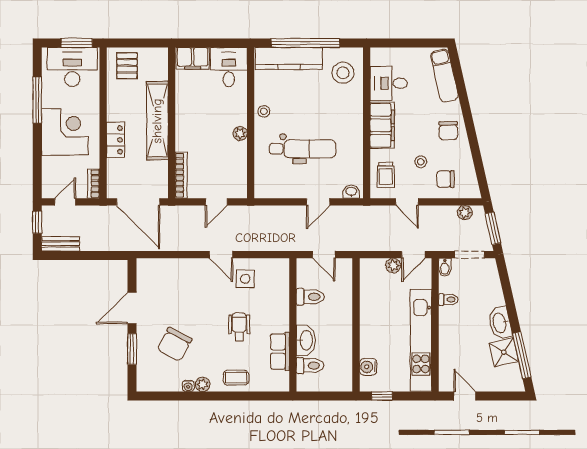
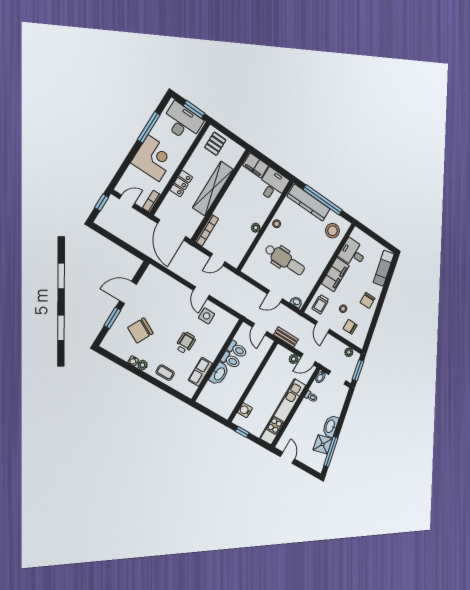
bench: (61, 244) -> (286, 337), moved
toilet: (310, 366) -> (231, 360), moved

